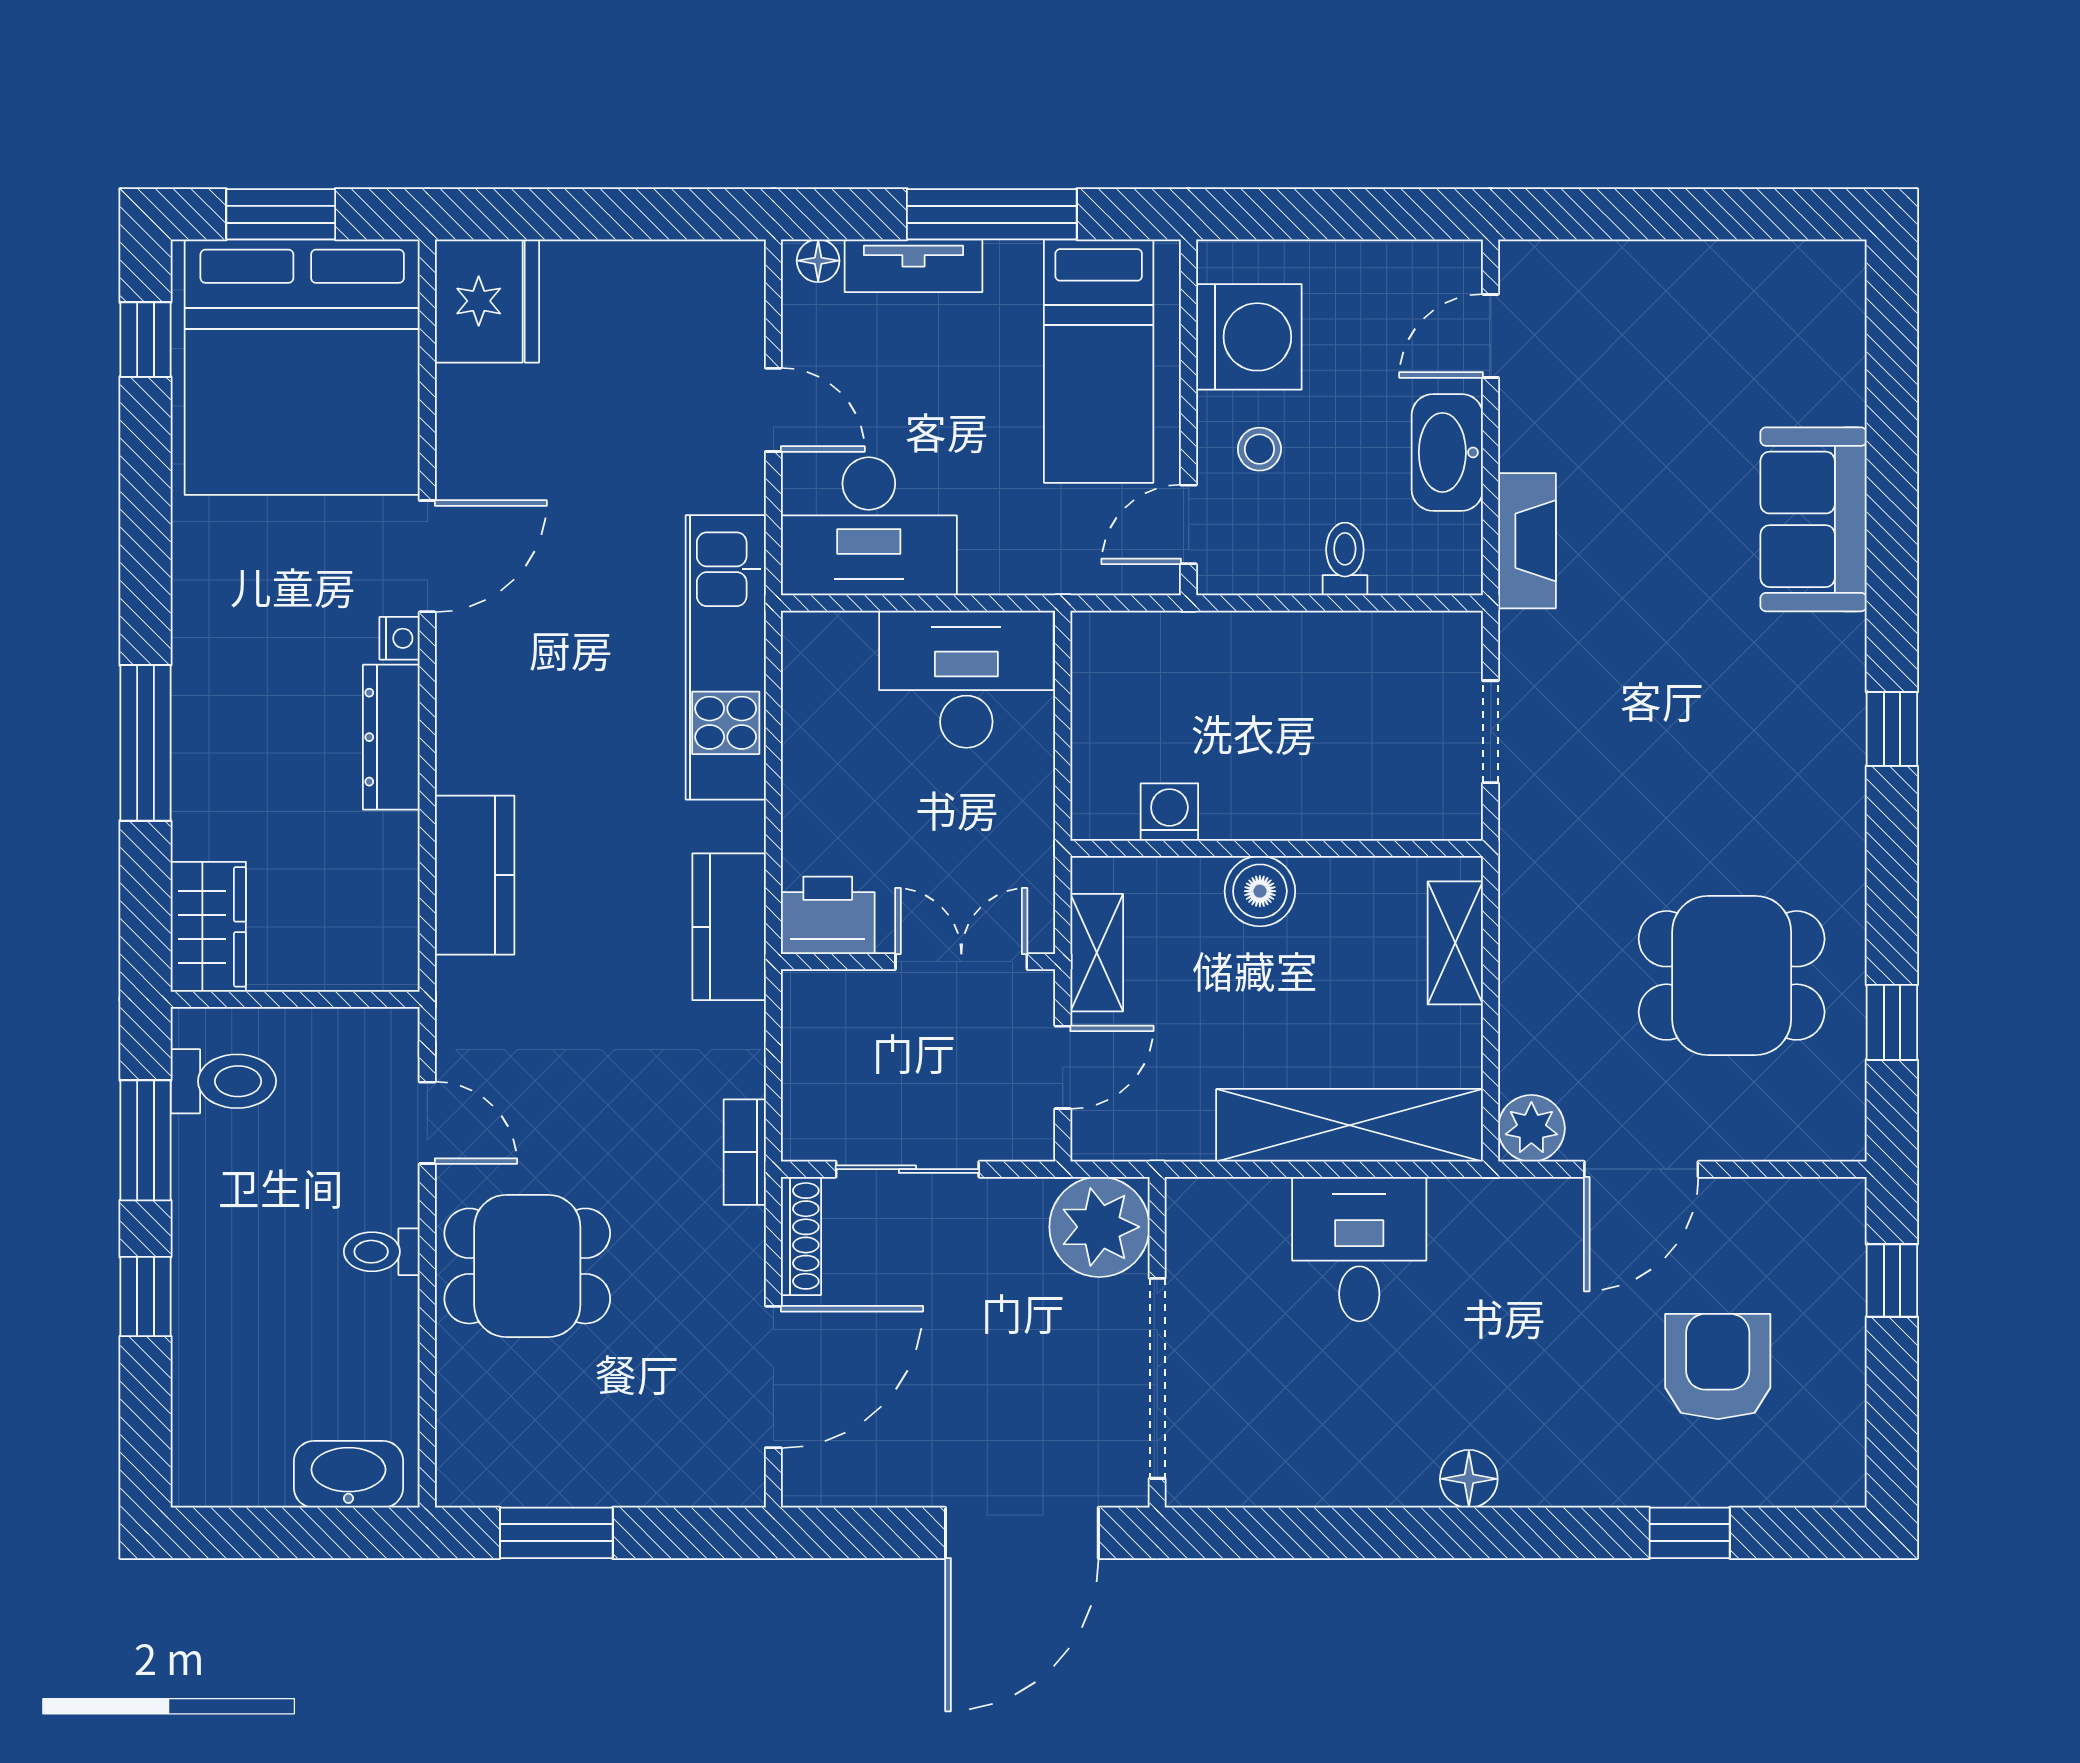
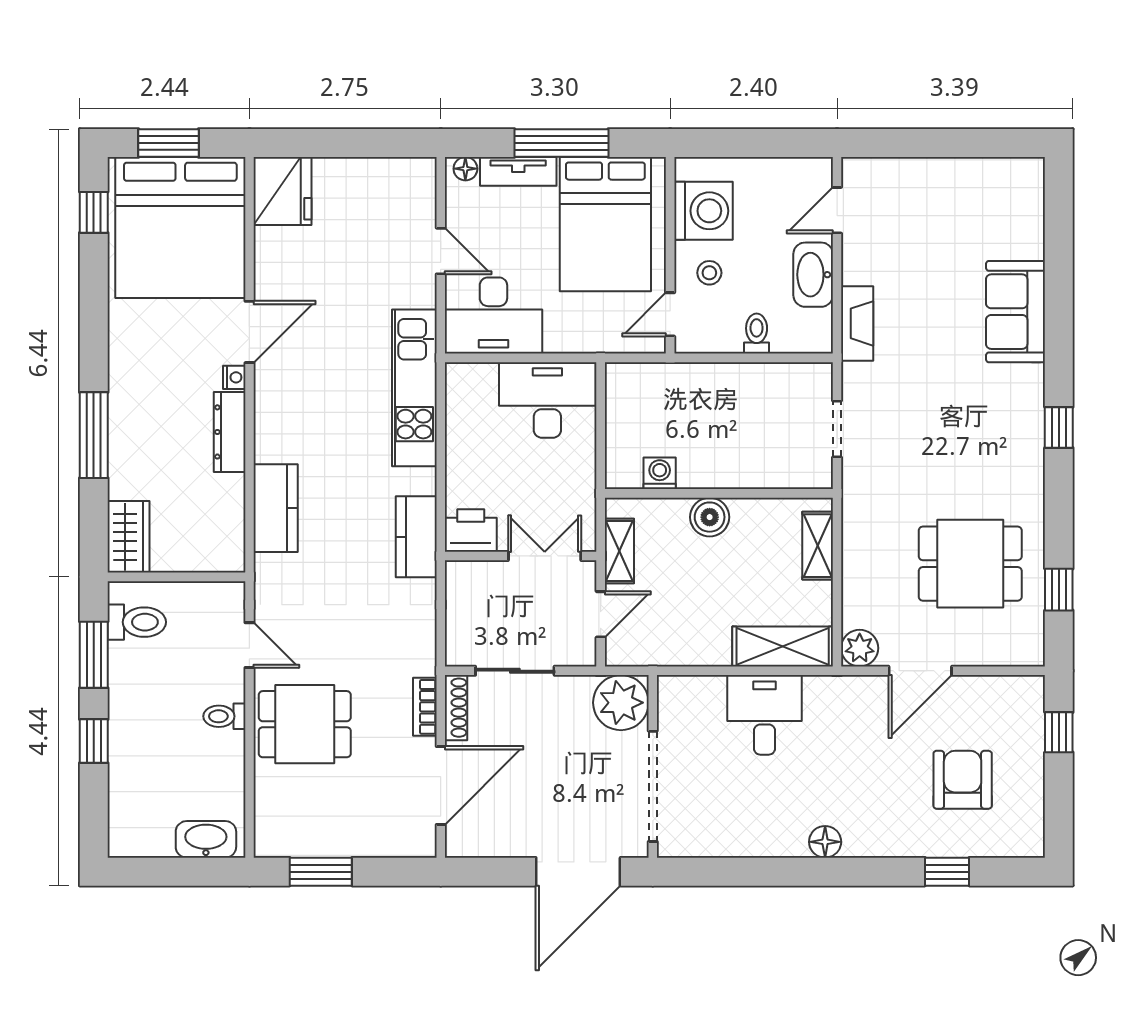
bed: (1099, 361) -> (605, 224), width x1.50
shelving: (1350, 1125) -> (783, 646), width x0.68
bookcase: (745, 1152) -> (425, 707), moved

